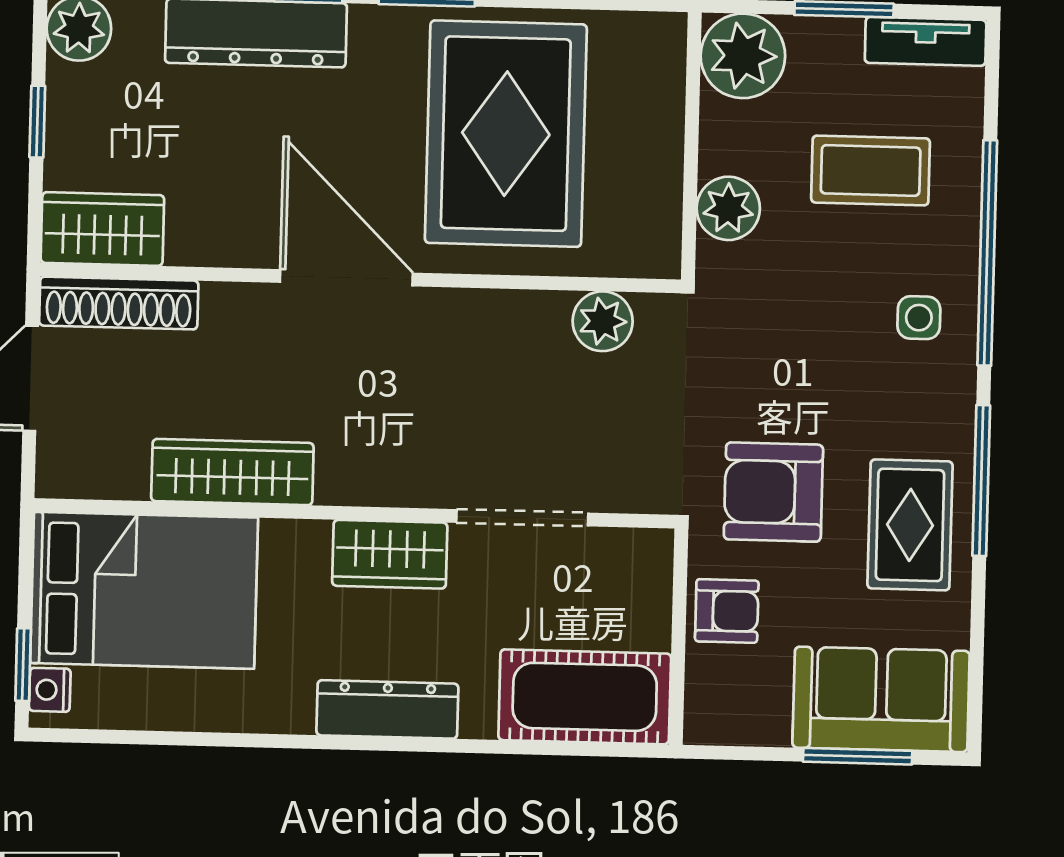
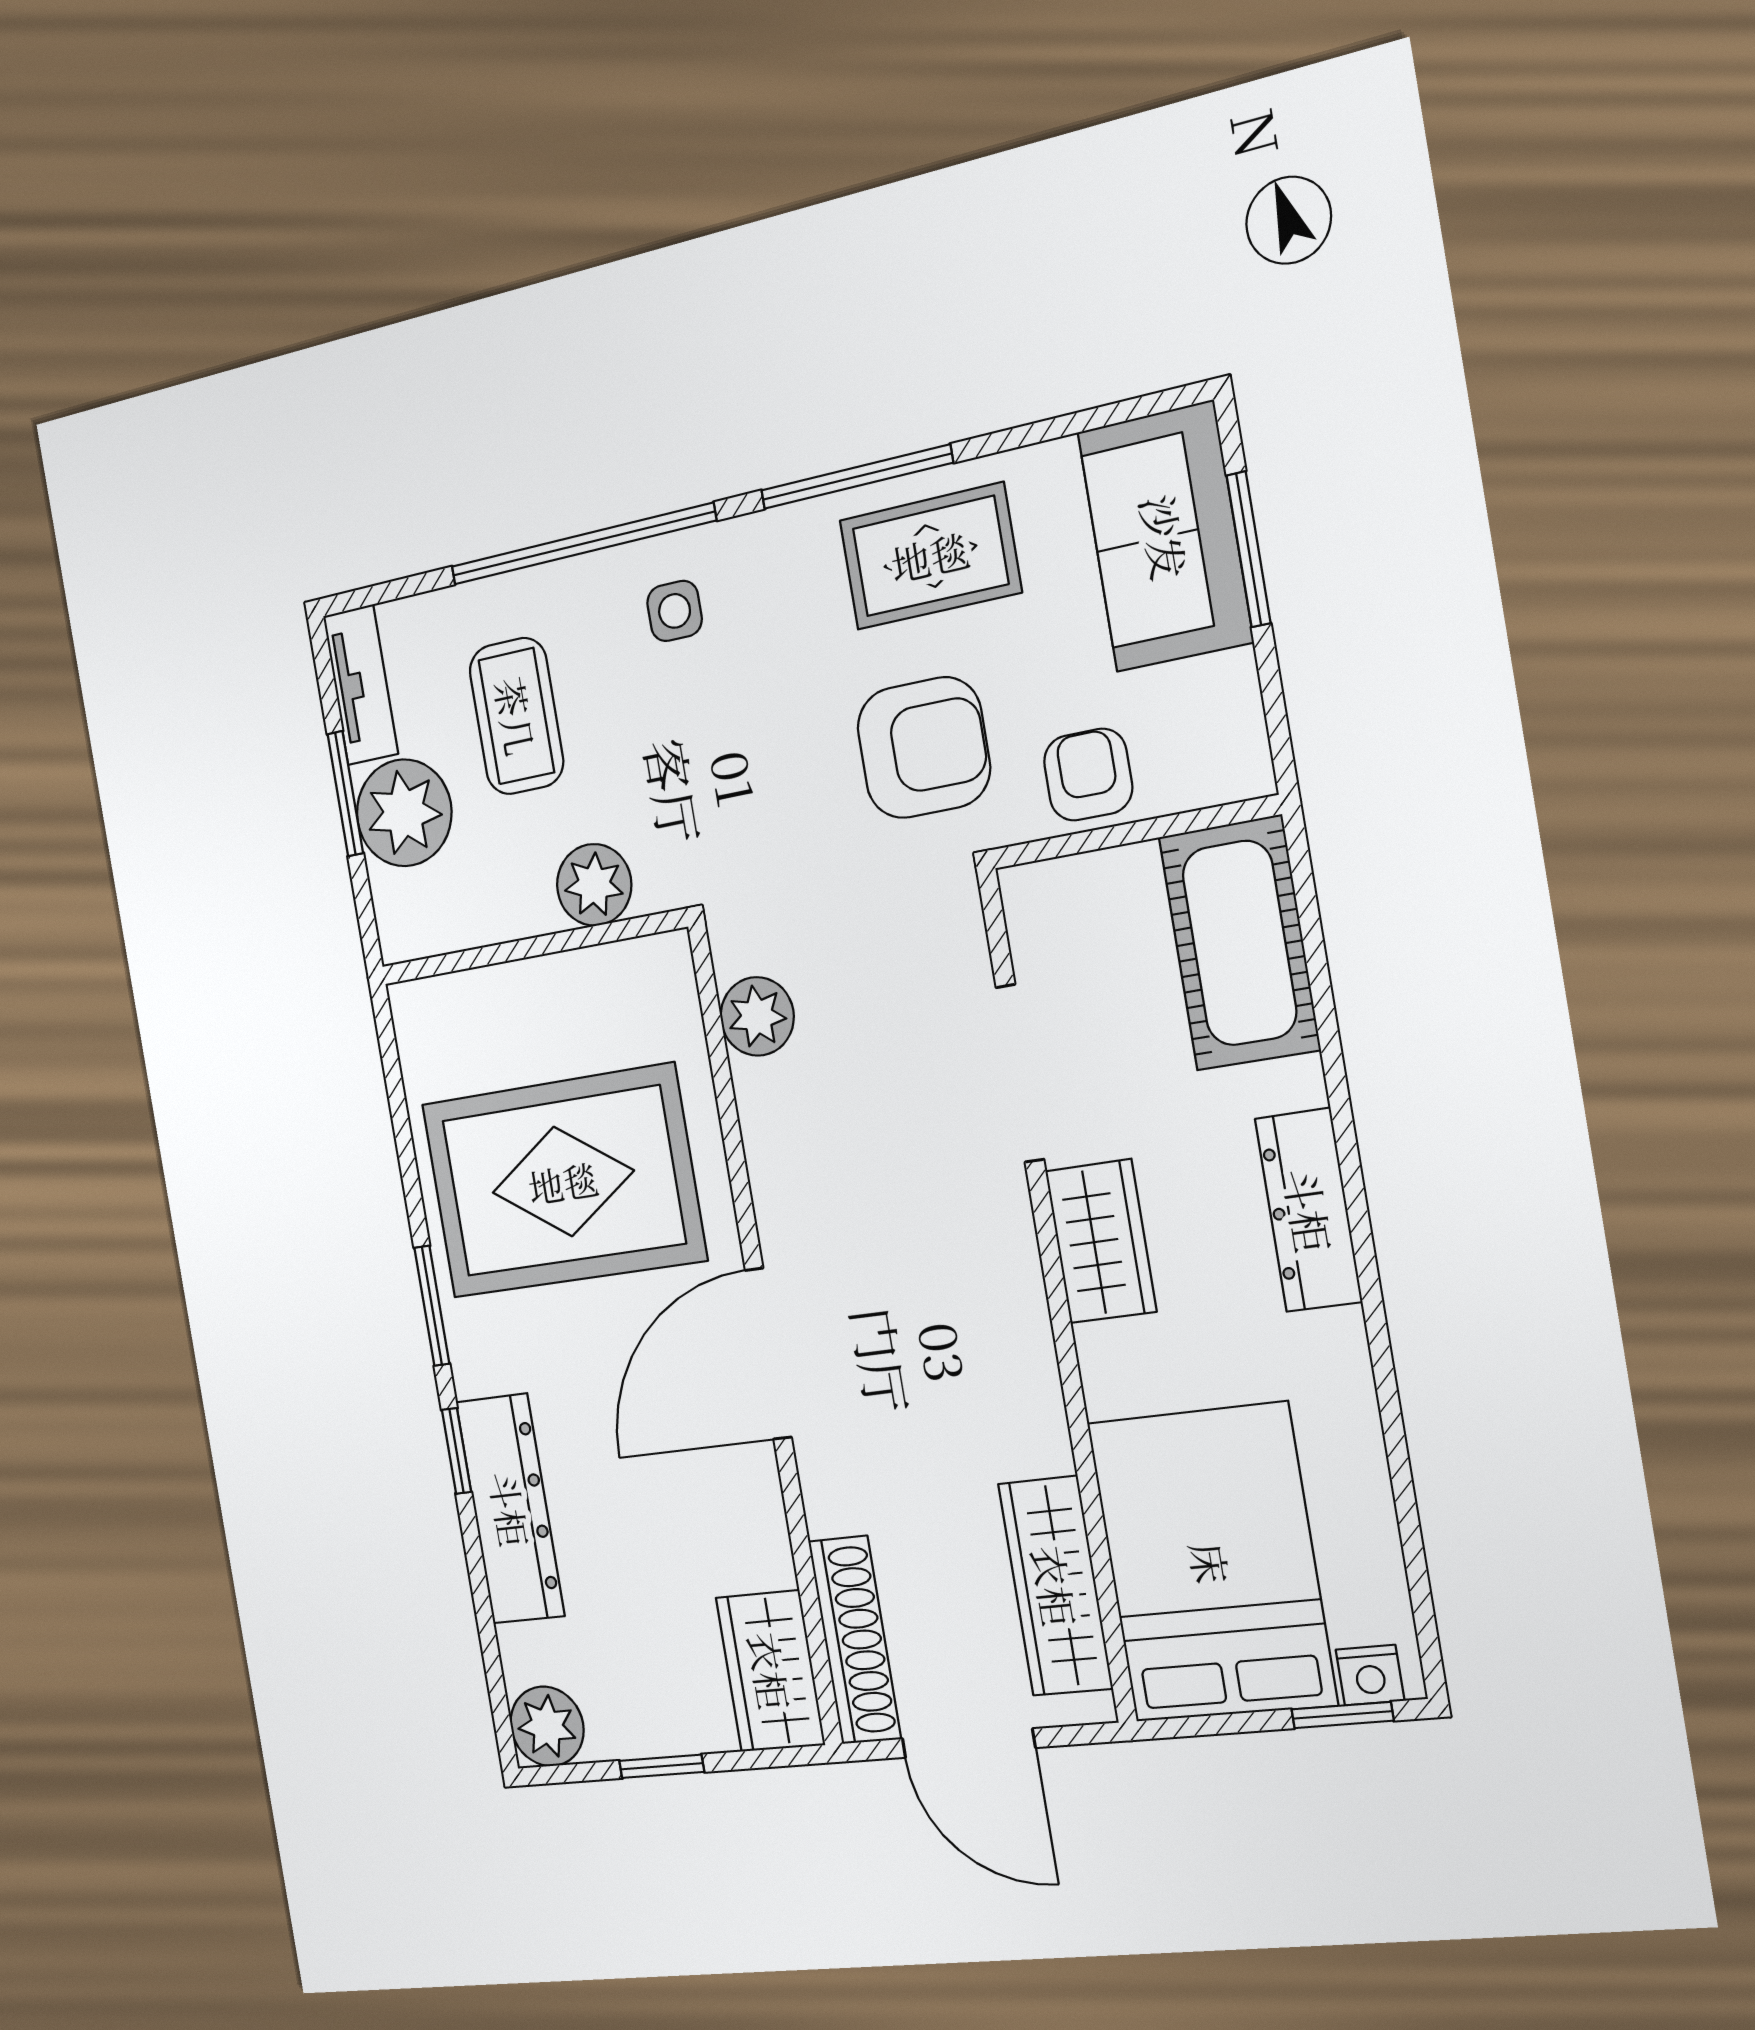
plant: (743, 56) -> (404, 813), moved
wardrobe: (232, 472) -> (1055, 1586), moved
armchair: (773, 492) -> (924, 748), turned -90

